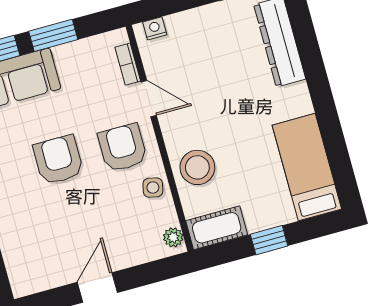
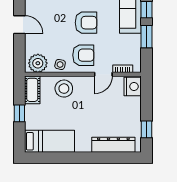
nightstand: (155, 28) -> (133, 86), width x1.89, depth x1.79
plant: (173, 237) -> (38, 63), width x1.87, depth x1.87

